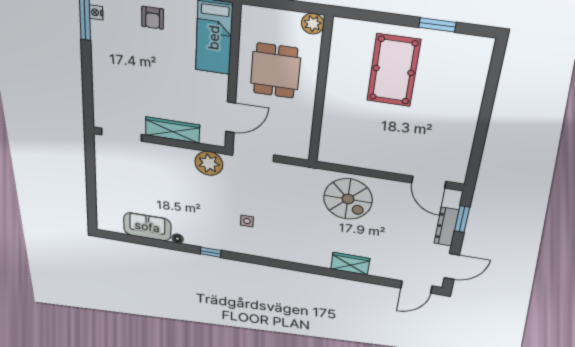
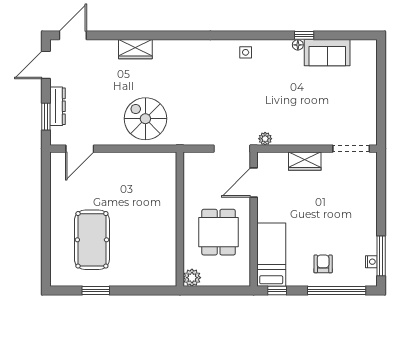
pool table: (394, 70) -> (92, 240), moved
wardrobe: (172, 130) -> (305, 161), width x0.67
plant: (209, 163) -> (265, 139), width x0.53, depth x0.53
door: (429, 182) -> (80, 149), swing flipped
side table: (247, 221) -> (246, 52), moved
window: (211, 252) -> (304, 35), moved

